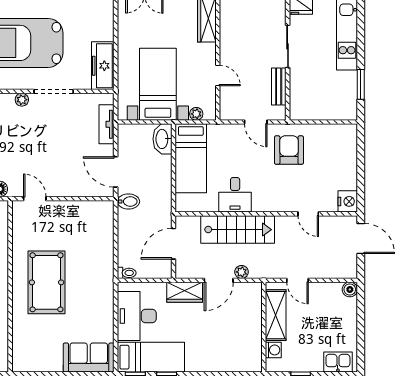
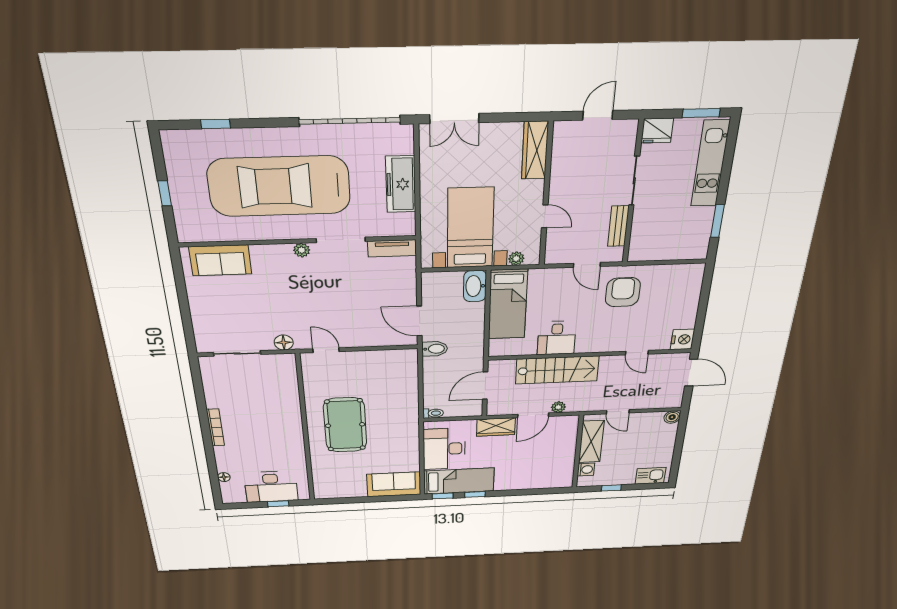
freezer: (103, 66) -> (401, 184), moved
tv unit: (107, 124) -> (392, 248), moved, turned -90

